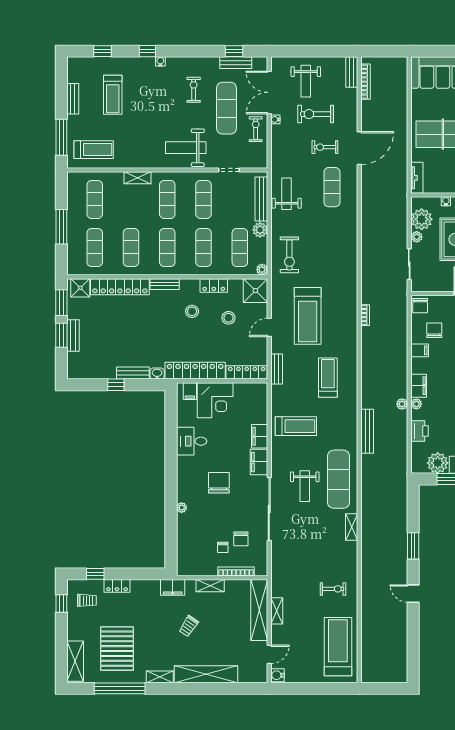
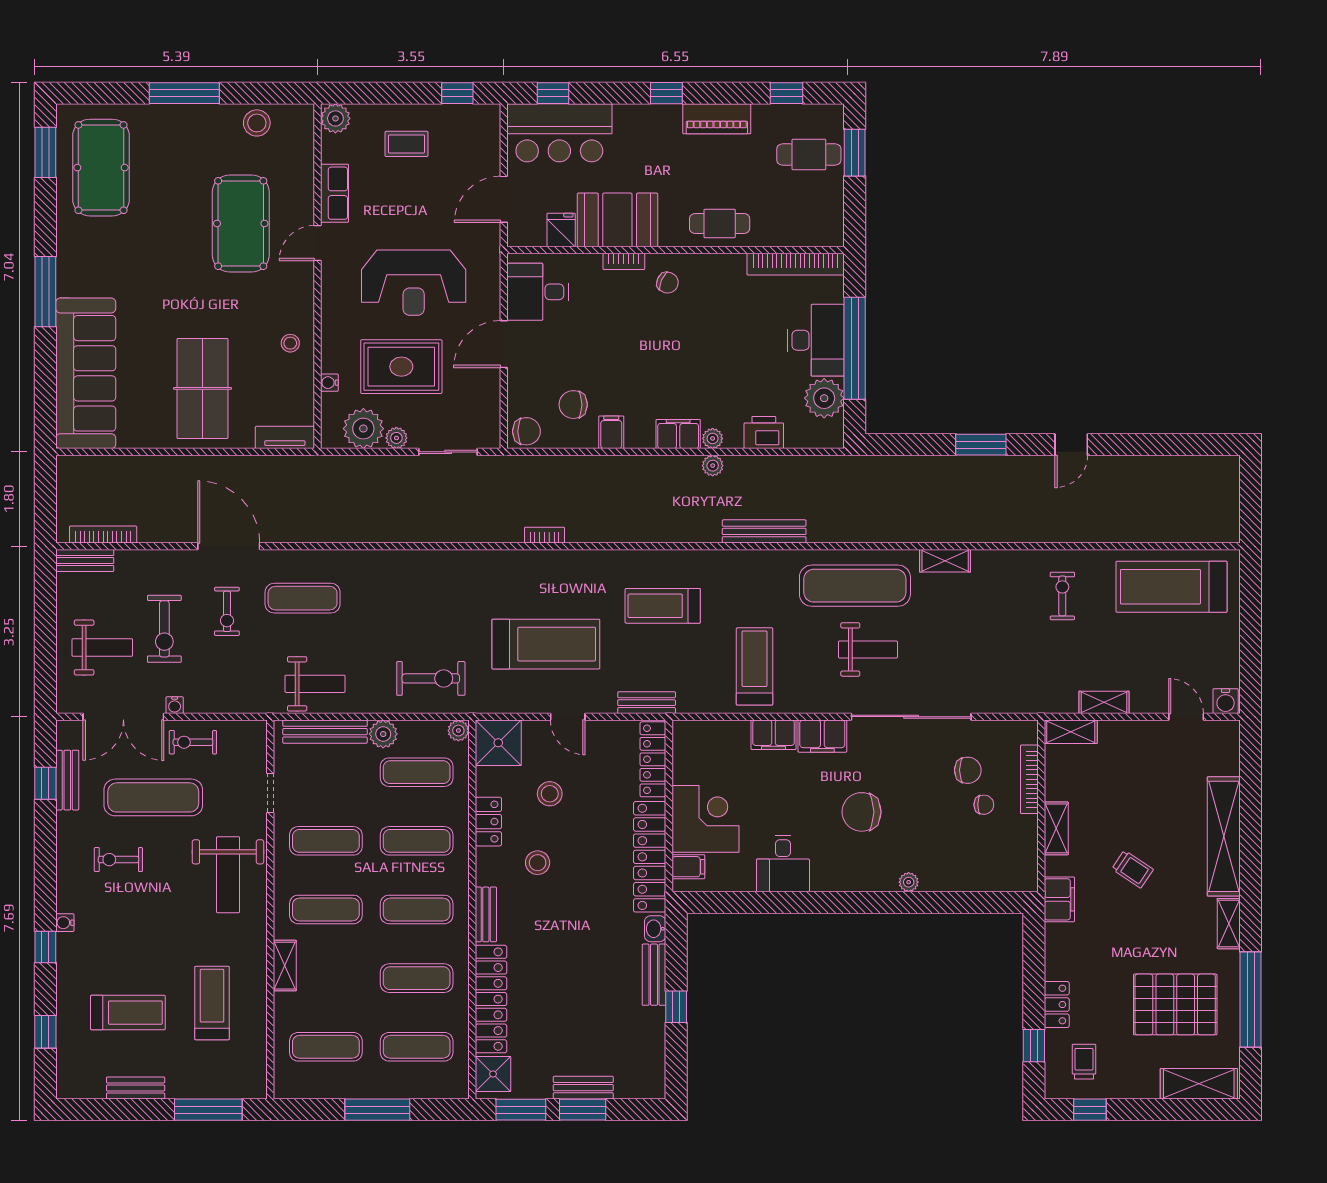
treadmill: (94, 150) -> (212, 1003), moved
weight bench: (287, 194) -> (315, 684), turned 180
shelving: (259, 610) -> (1071, 732), width x0.45, depth x0.75

